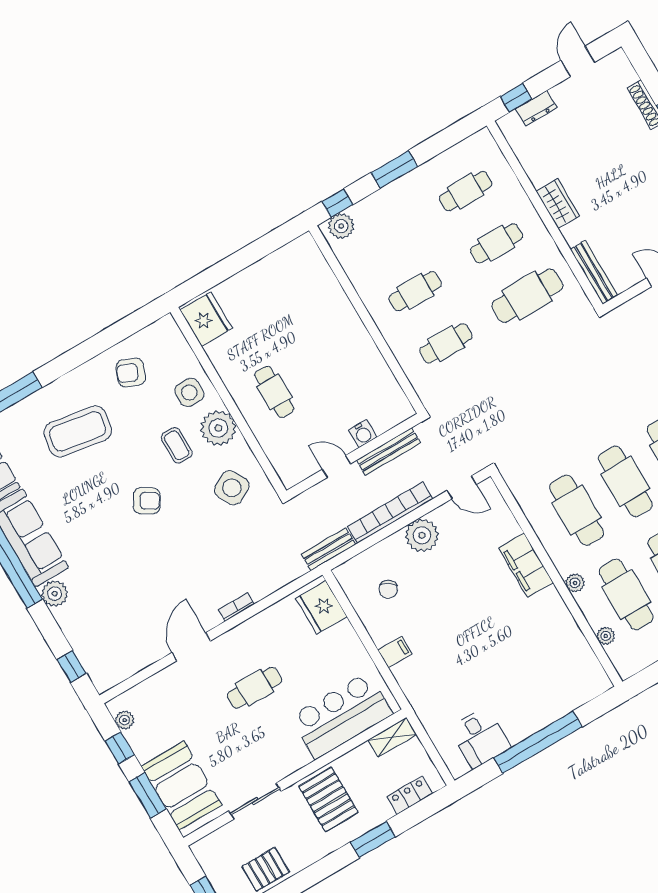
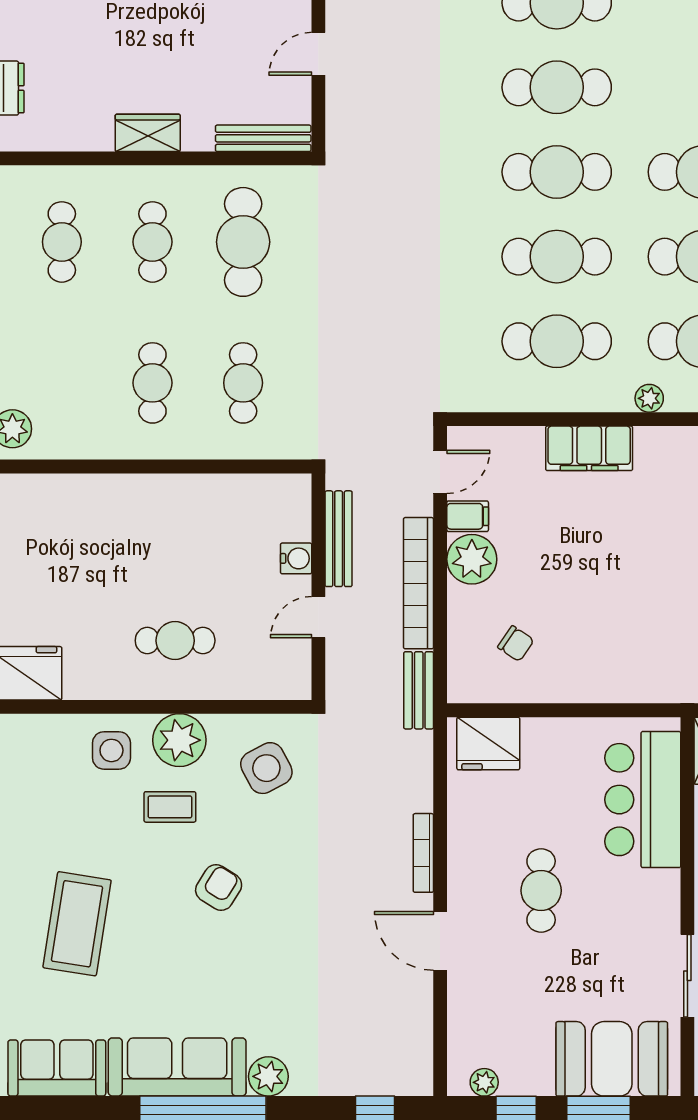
armchair: (131, 373) -> (42, 811), removed
bookcase: (236, 607) -> (423, 853), width x1.56
filing cabinet: (395, 652) -> (468, 516), moved, turned 90

